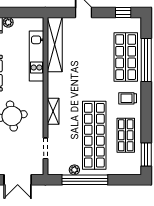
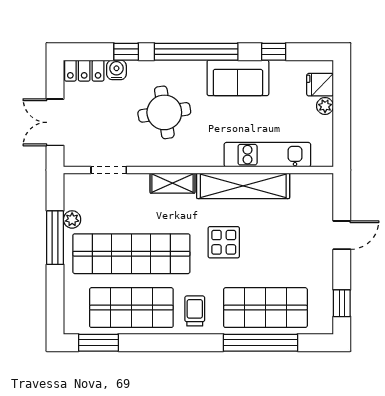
shelving: (55, 45) -> (243, 186), moved
display table: (88, 81) -> (224, 242), added
shop shelf: (126, 135) -> (131, 308), width x1.43, depth x1.36
window: (85, 180) -> (55, 238), width x0.68

